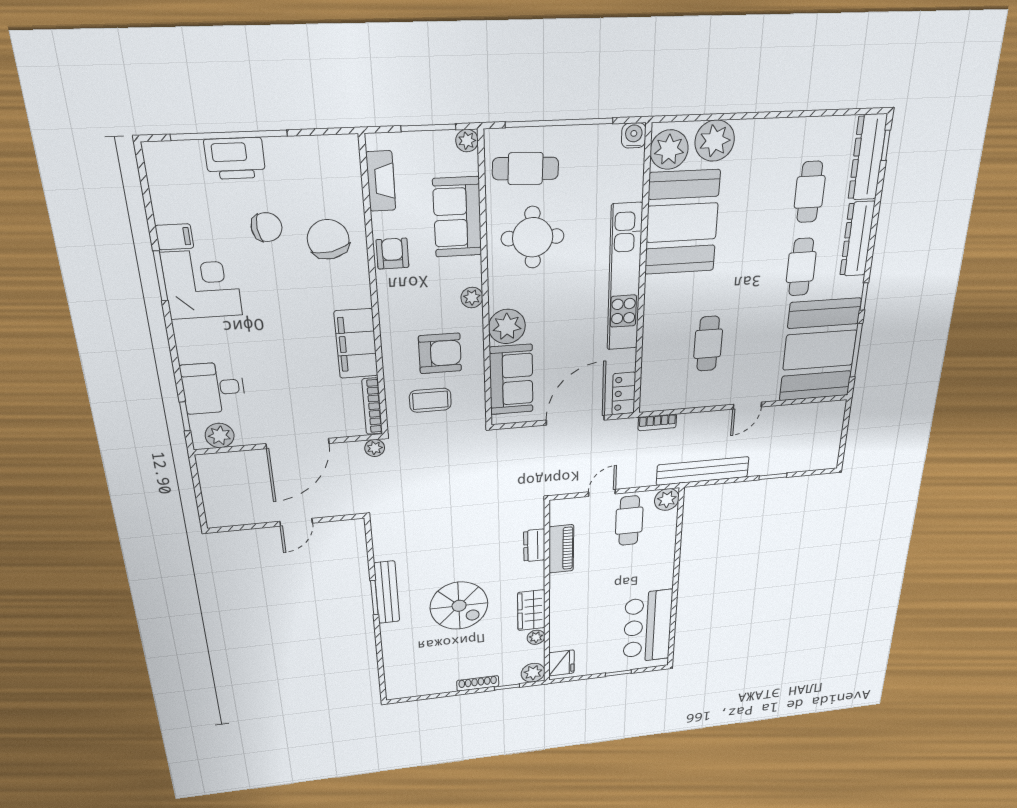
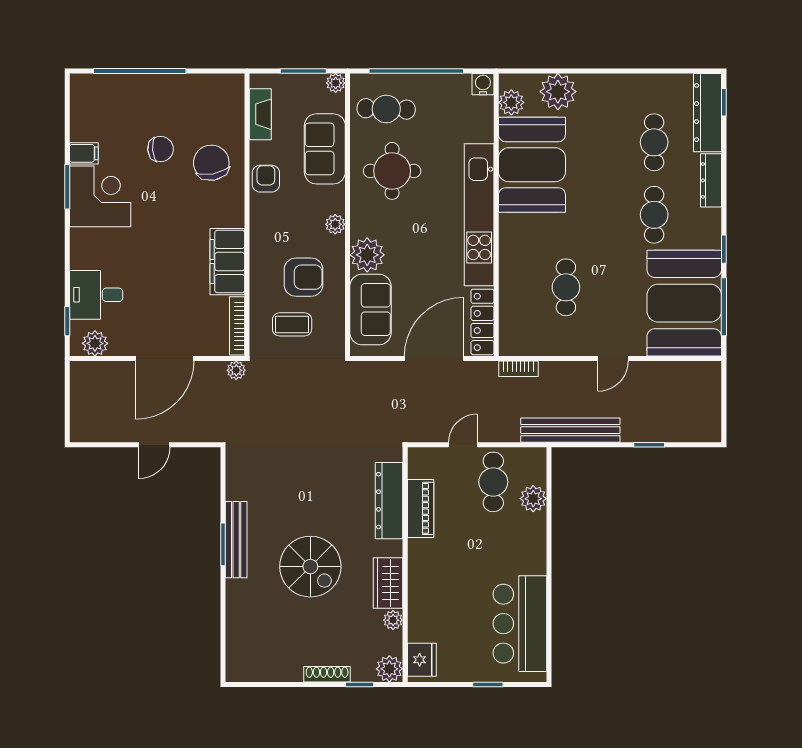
plant: (669, 150) -> (511, 102), width x0.73, depth x0.73
printer: (235, 158) -> (142, 90), removed
dresser: (857, 239) -> (711, 180), width x0.73, depth x0.80
locker: (624, 393) -> (482, 322), width x1.53
plant: (667, 500) -> (533, 499), moved
dresser: (534, 545) -> (389, 501), width x1.96, depth x1.24

